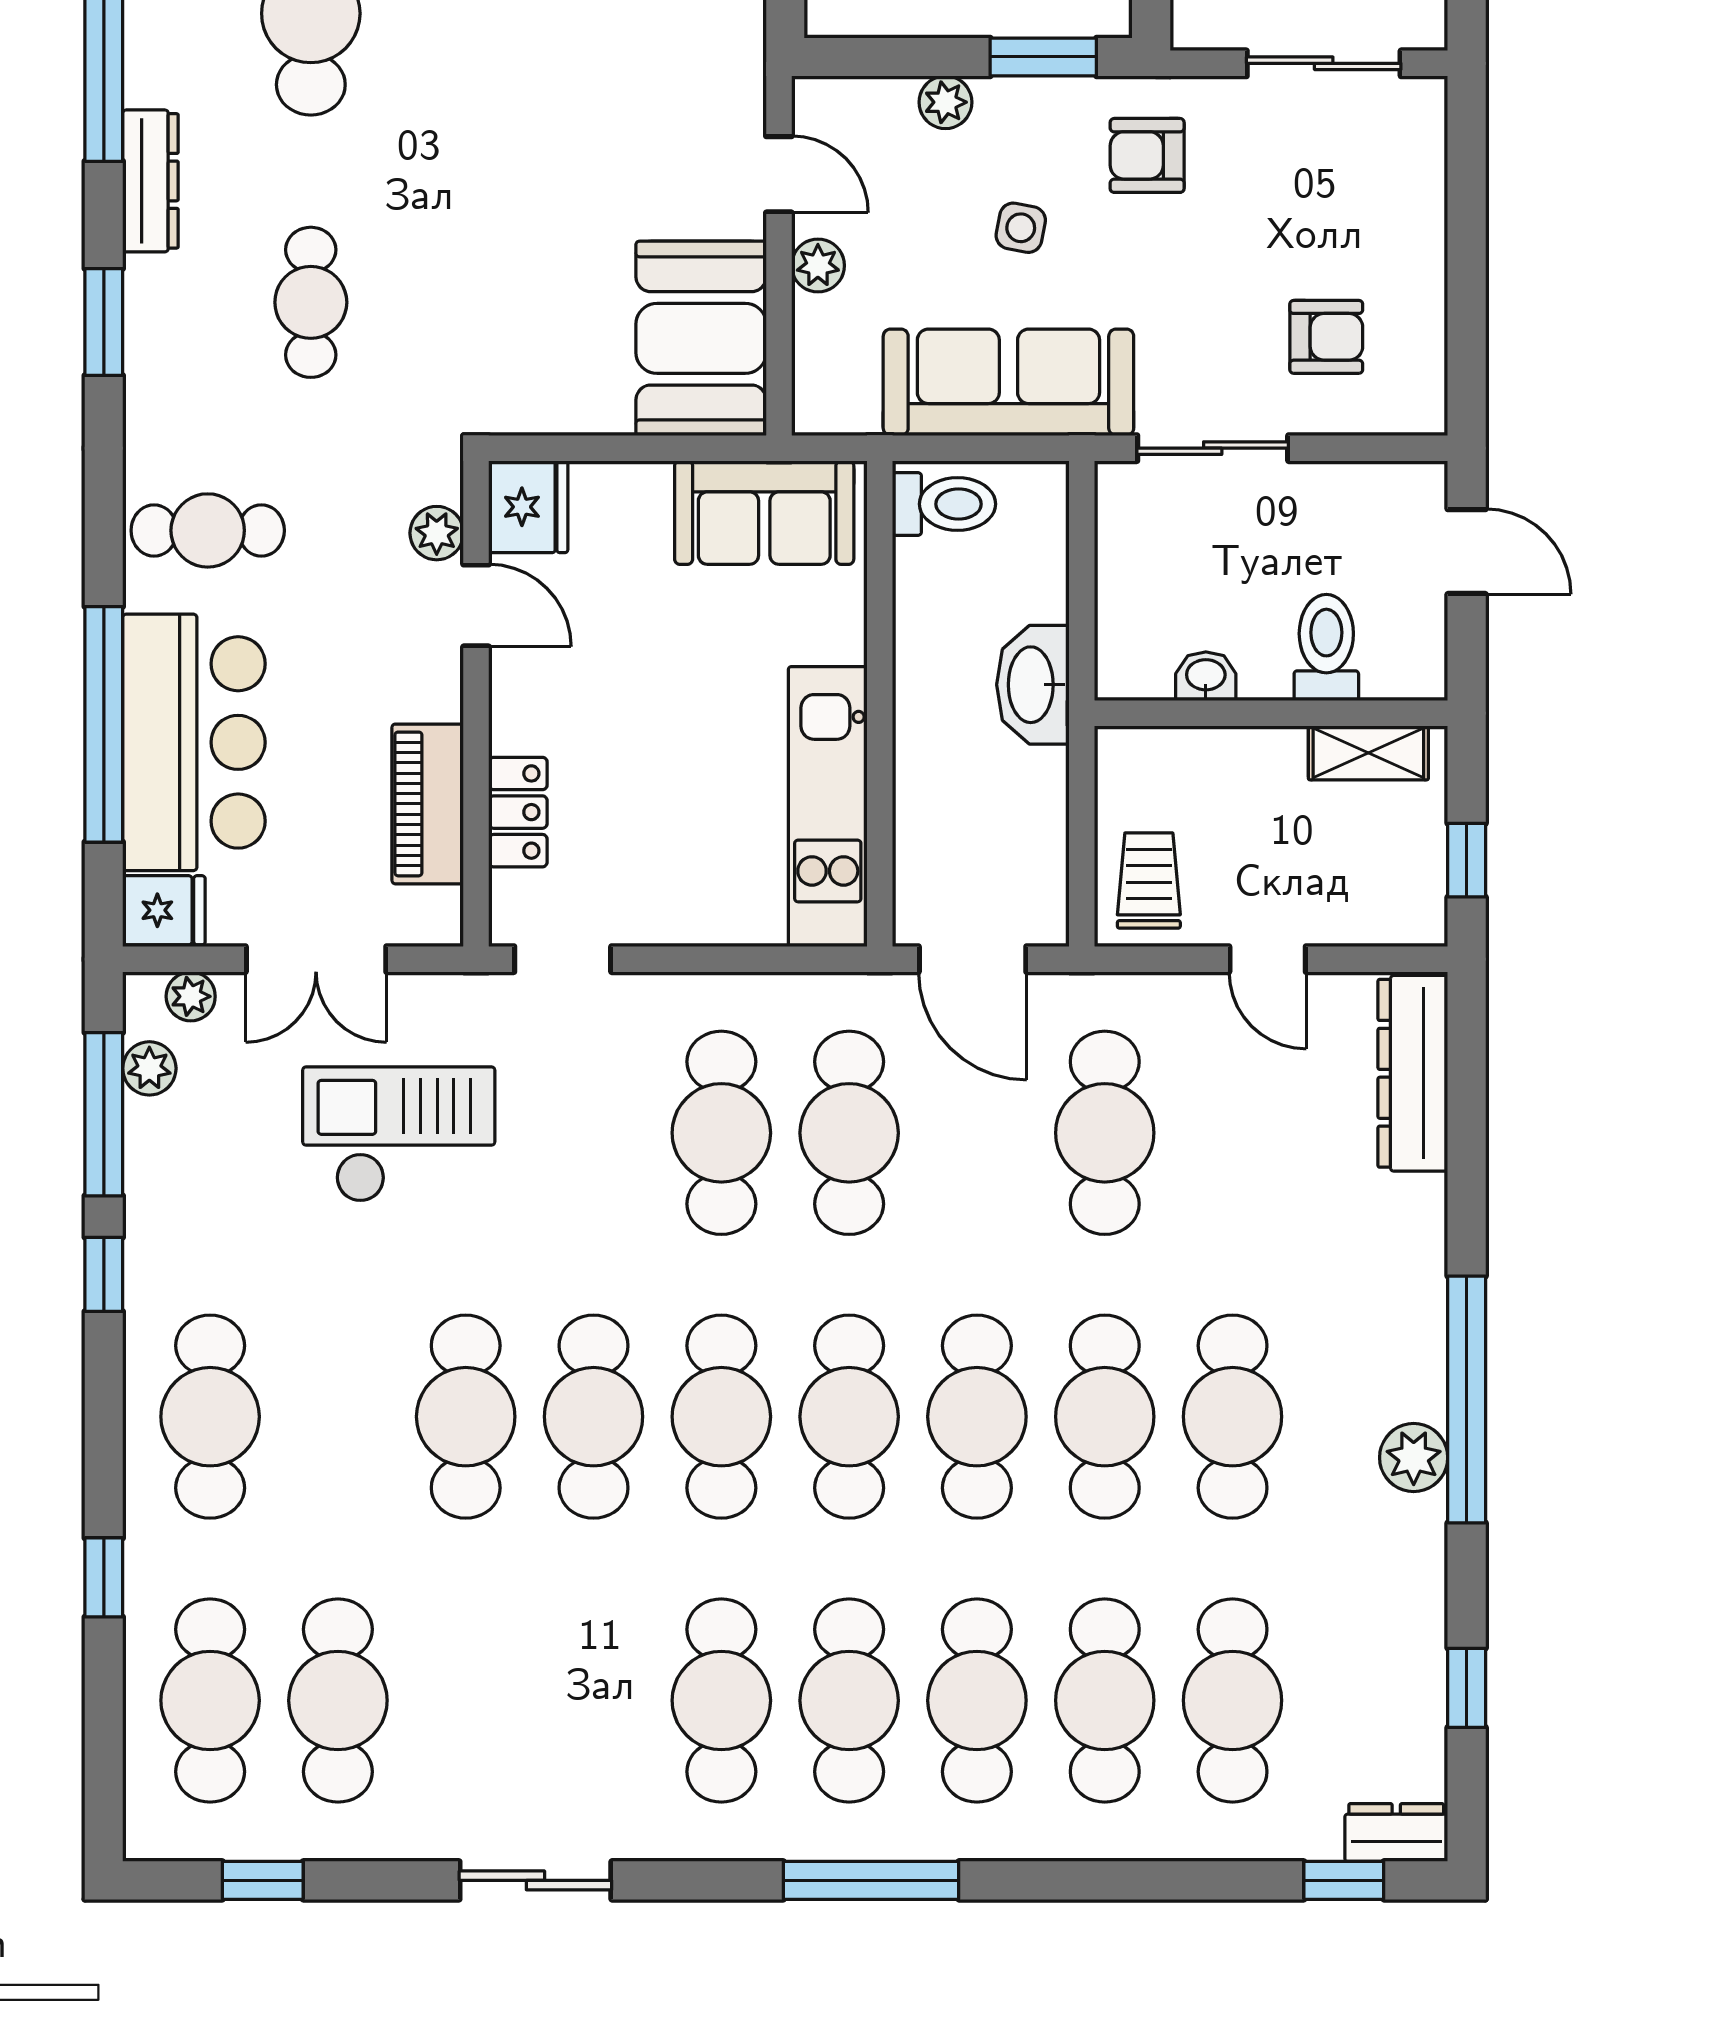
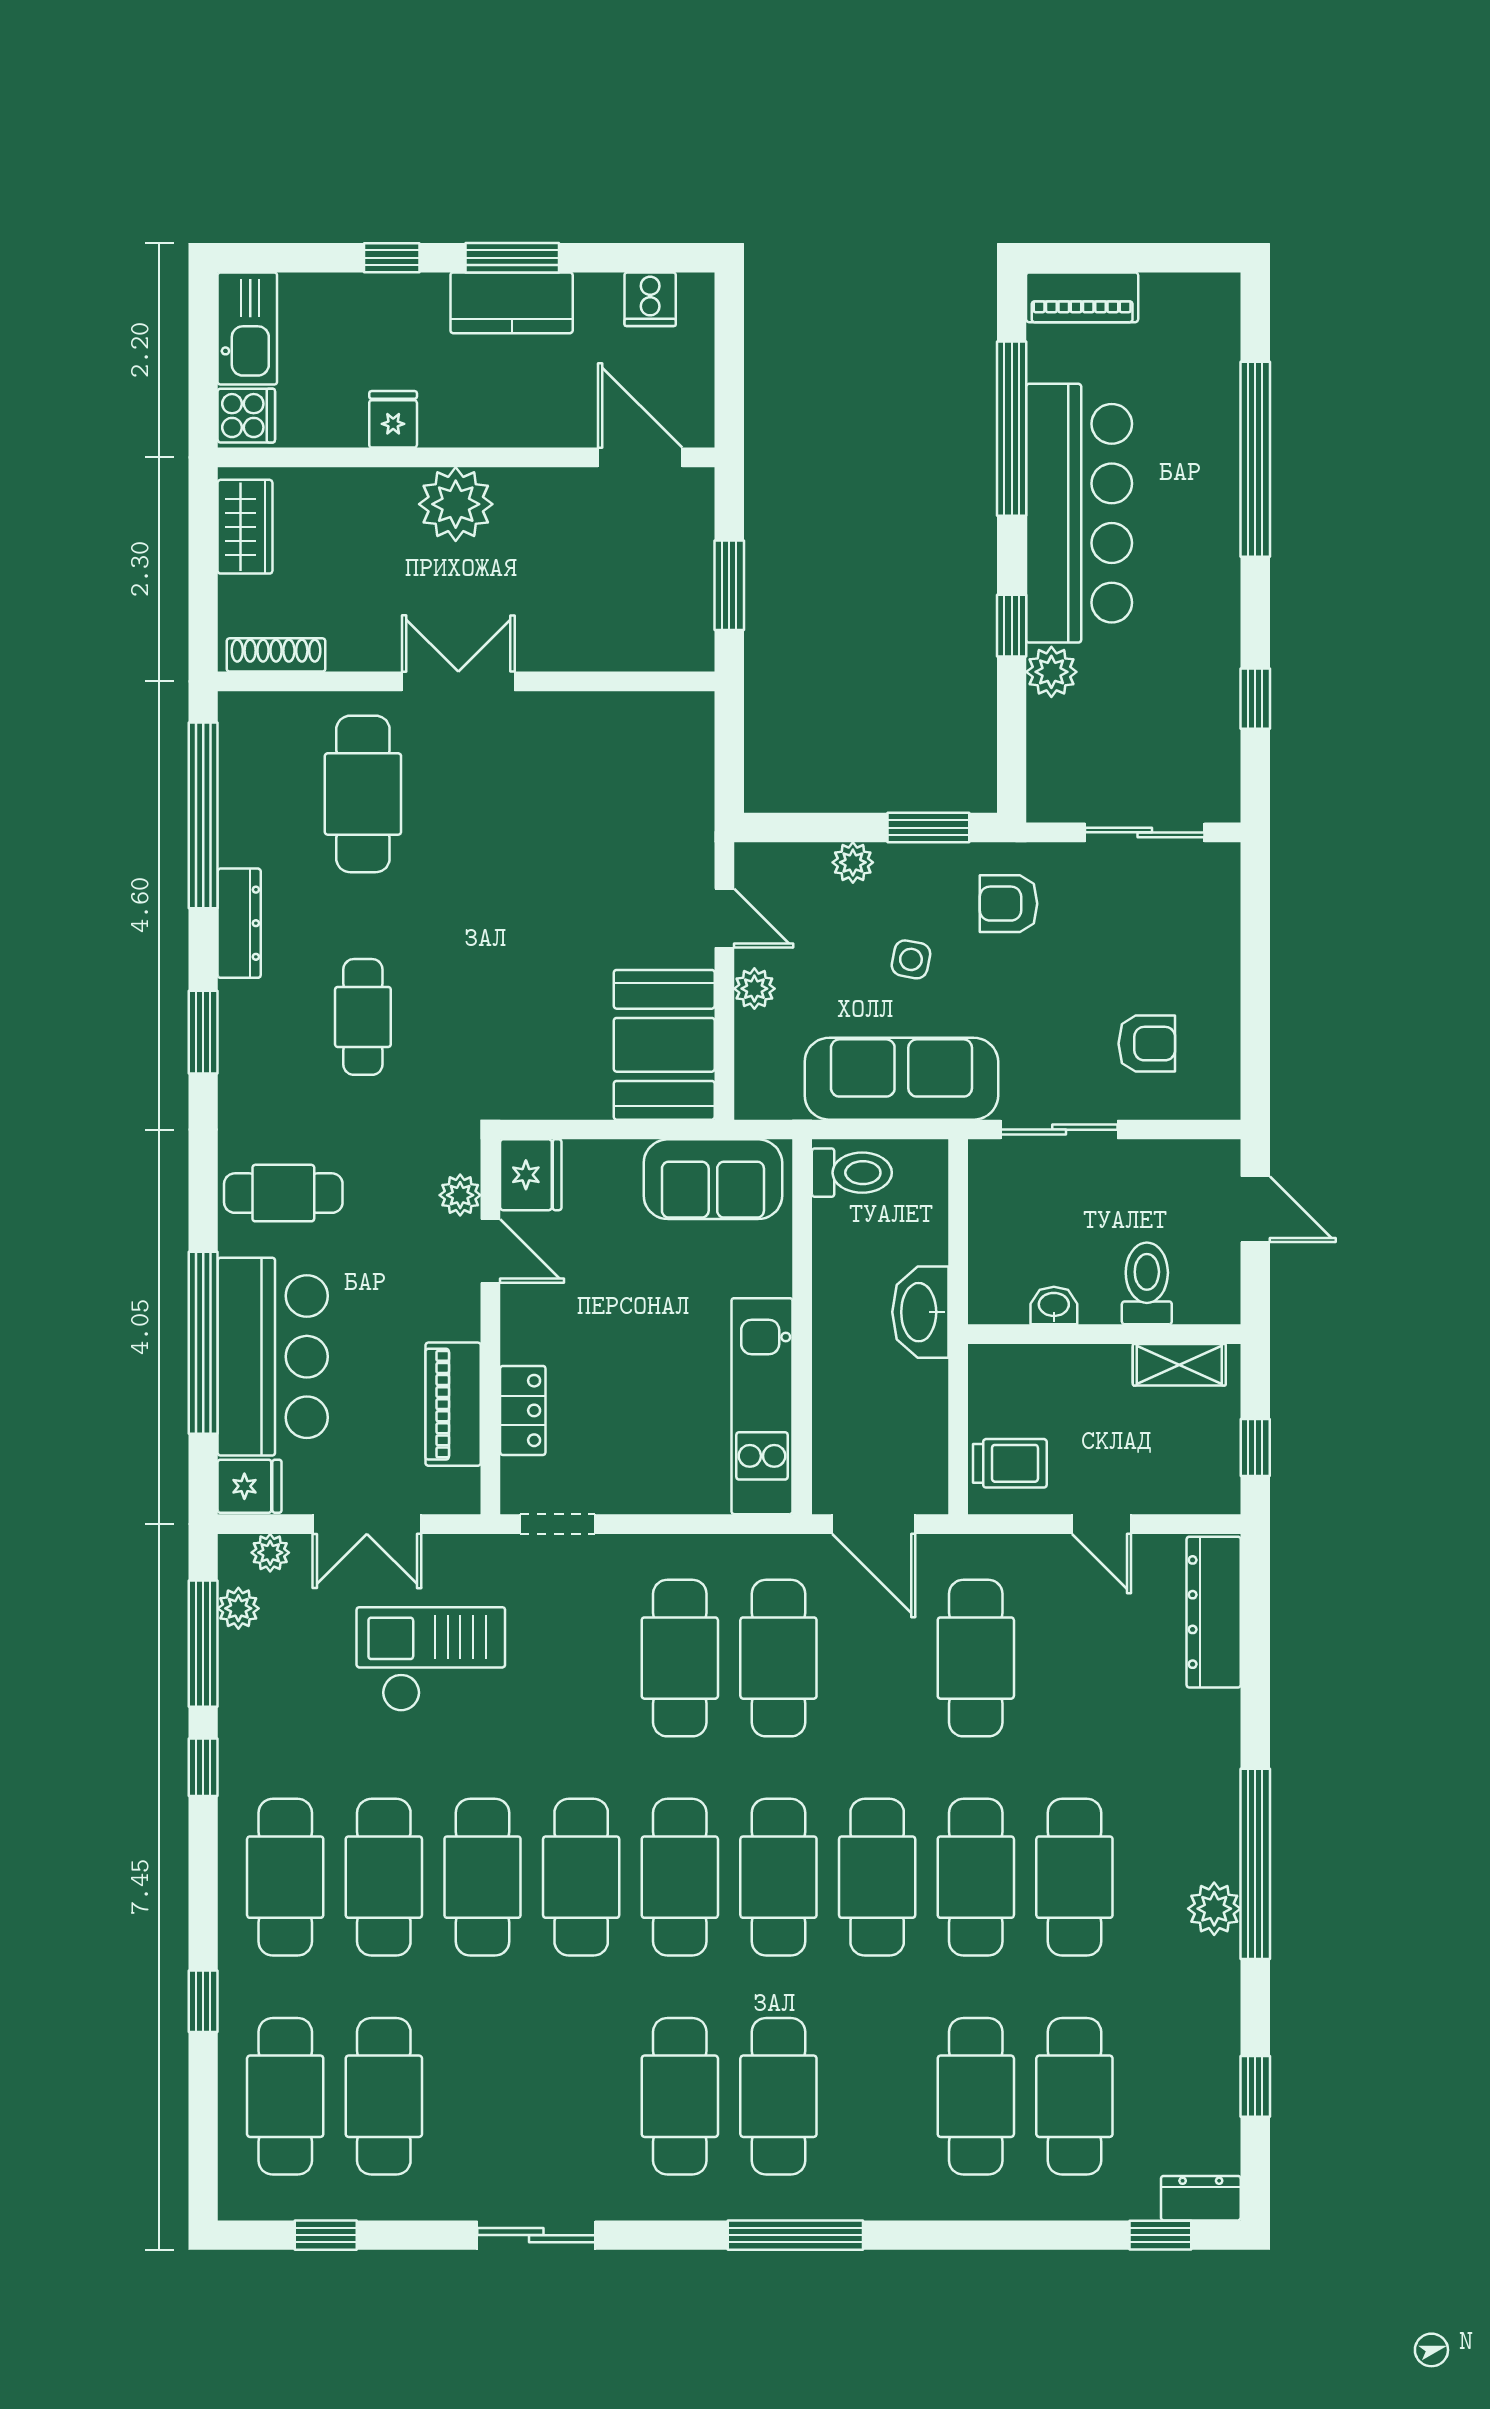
trolley: (1149, 881) -> (1010, 1463), turned 90
cafe table: (977, 1700) -> (384, 1877), moved

